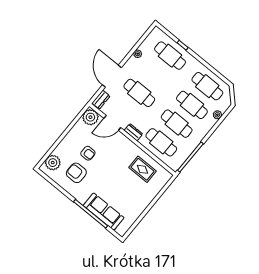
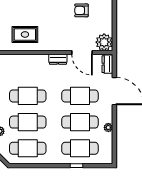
door: (112, 123) -> (82, 52), swing flipped
cafe table: (161, 142) -> (80, 122), moved

